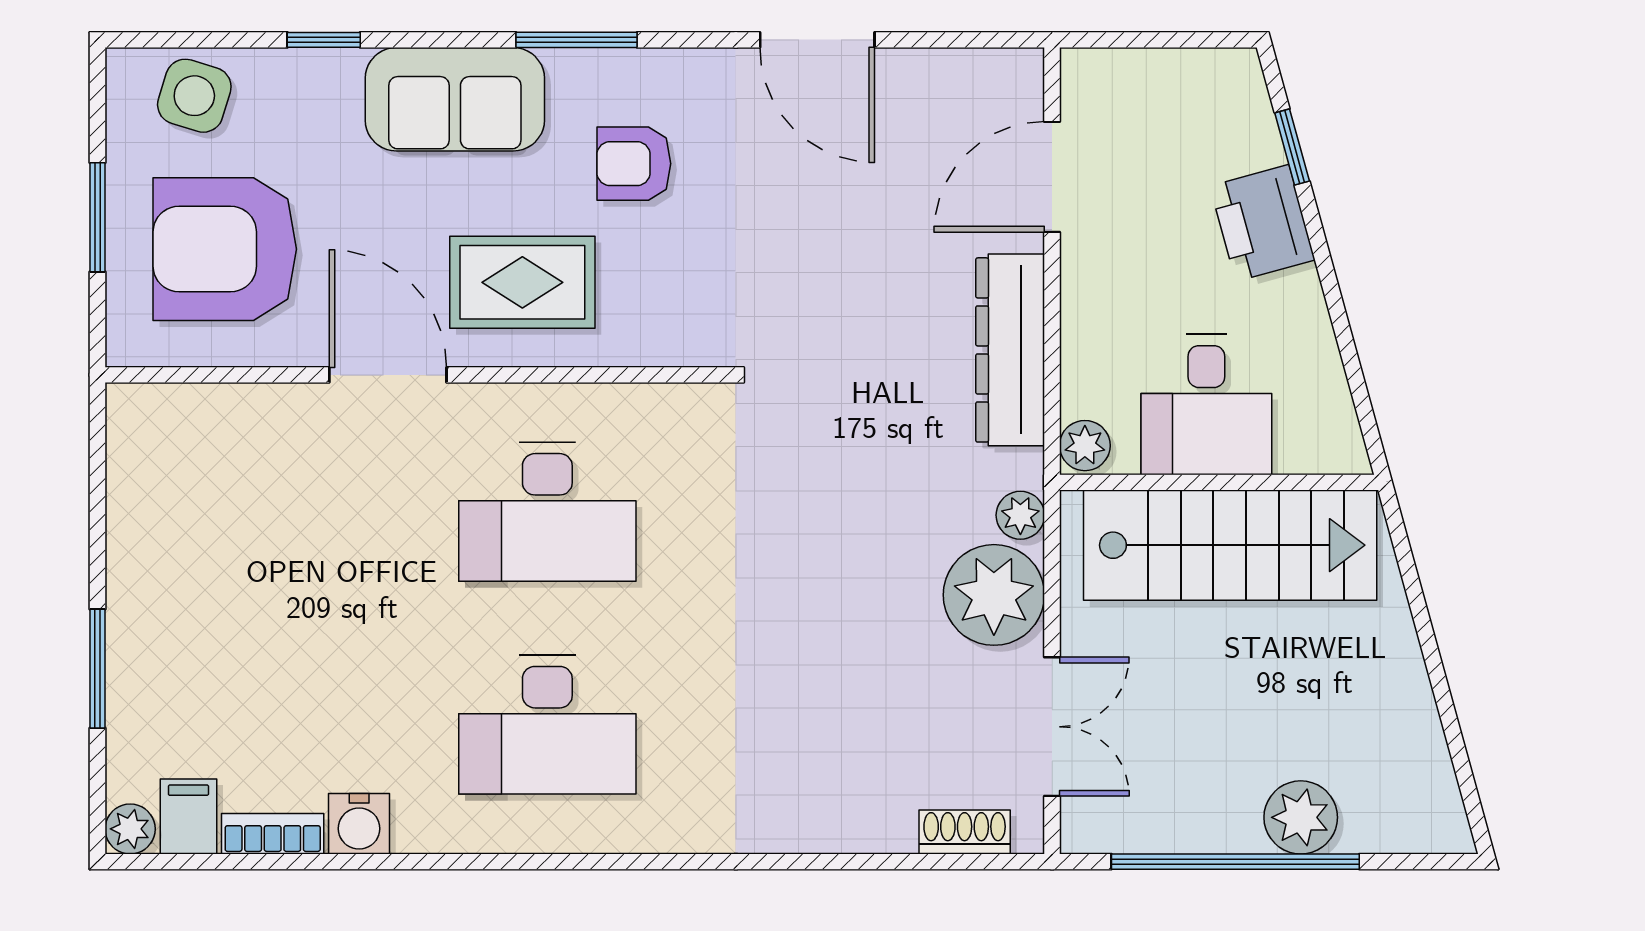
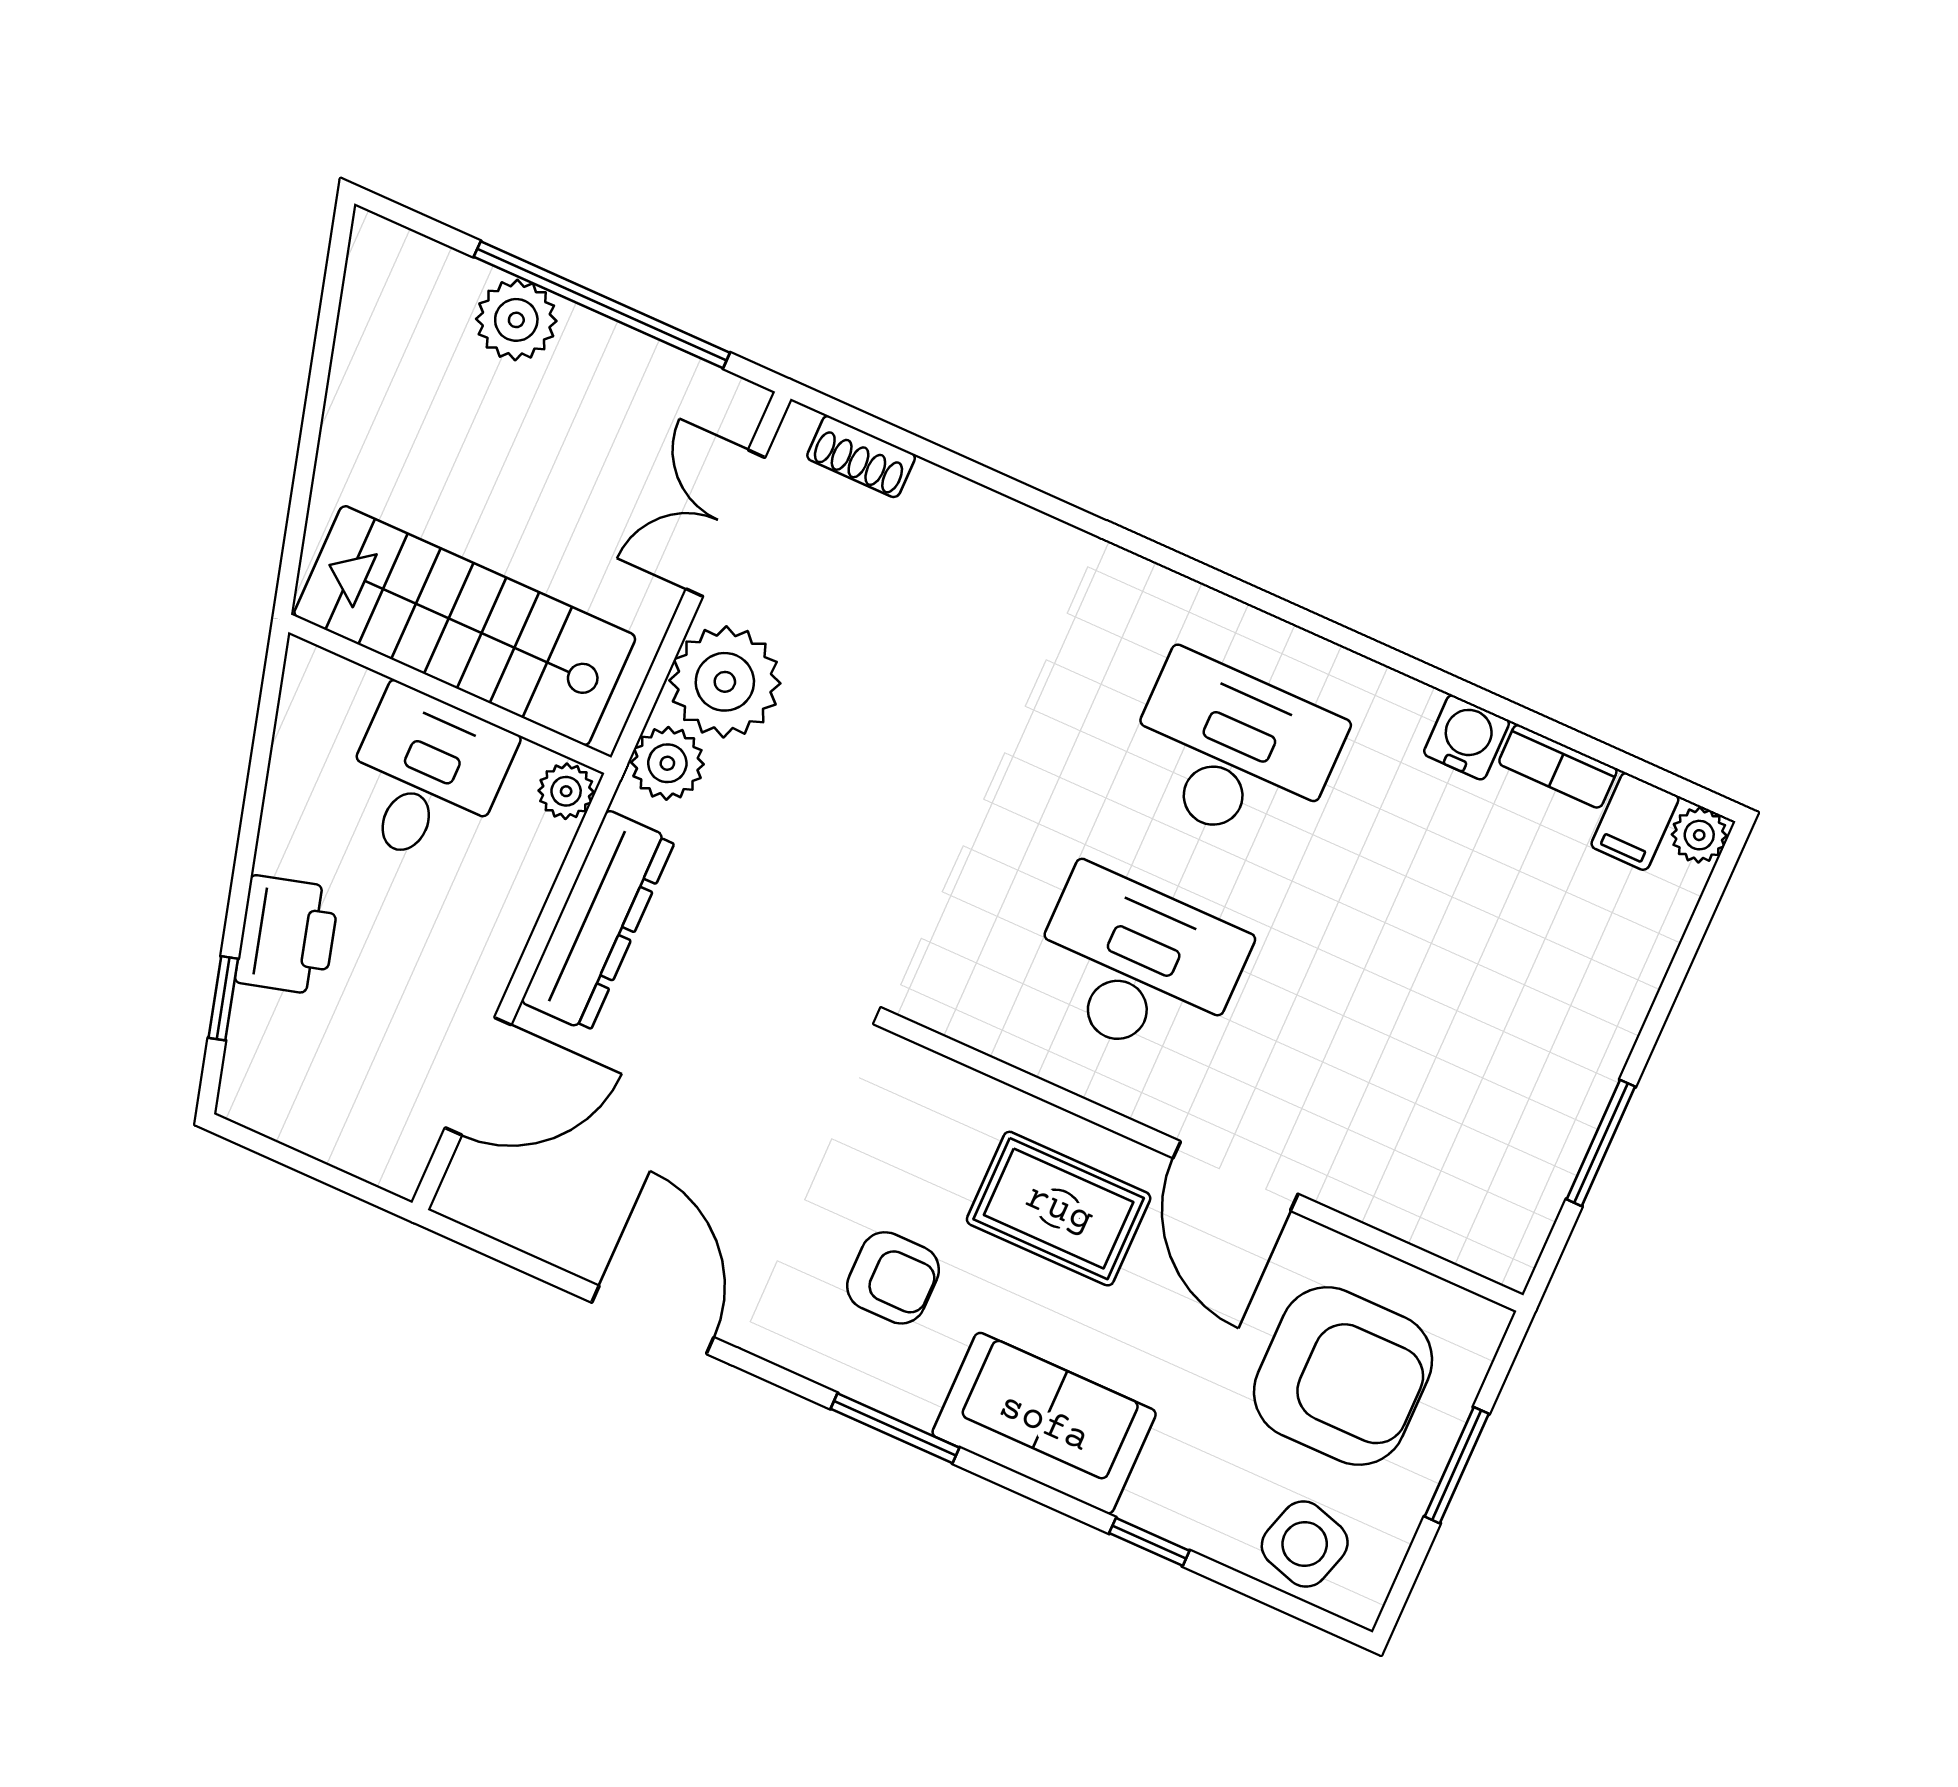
plant: (1020, 515) -> (667, 763), width x1.38, depth x1.38
window: (97, 669) -> (1601, 1143), moved

